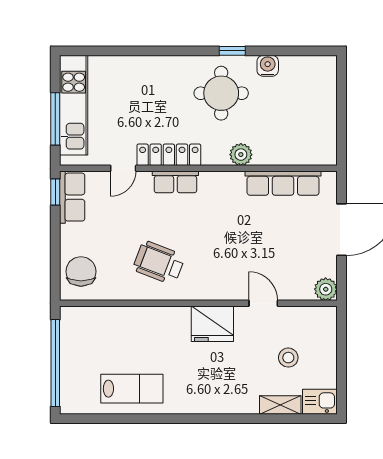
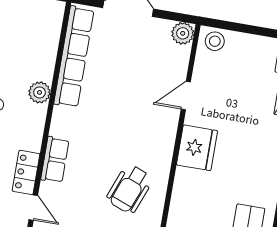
locker: (169, 155) -> (26, 172), width x0.66
row of seats: (283, 183) -> (74, 57), width x1.36
stool: (288, 358) -> (215, 41), moved

